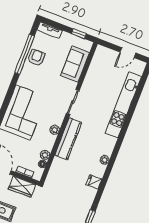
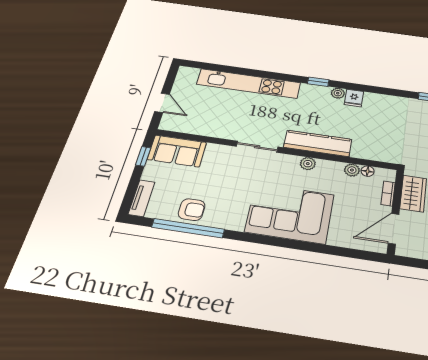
door: (128, 53) -> (162, 103), moved
armchair: (36, 58) -> (192, 210), turned 180
sofa: (75, 64) -> (177, 151), moved
window: (116, 149) -> (318, 82), added
fridge: (94, 182) -> (354, 98), moved

